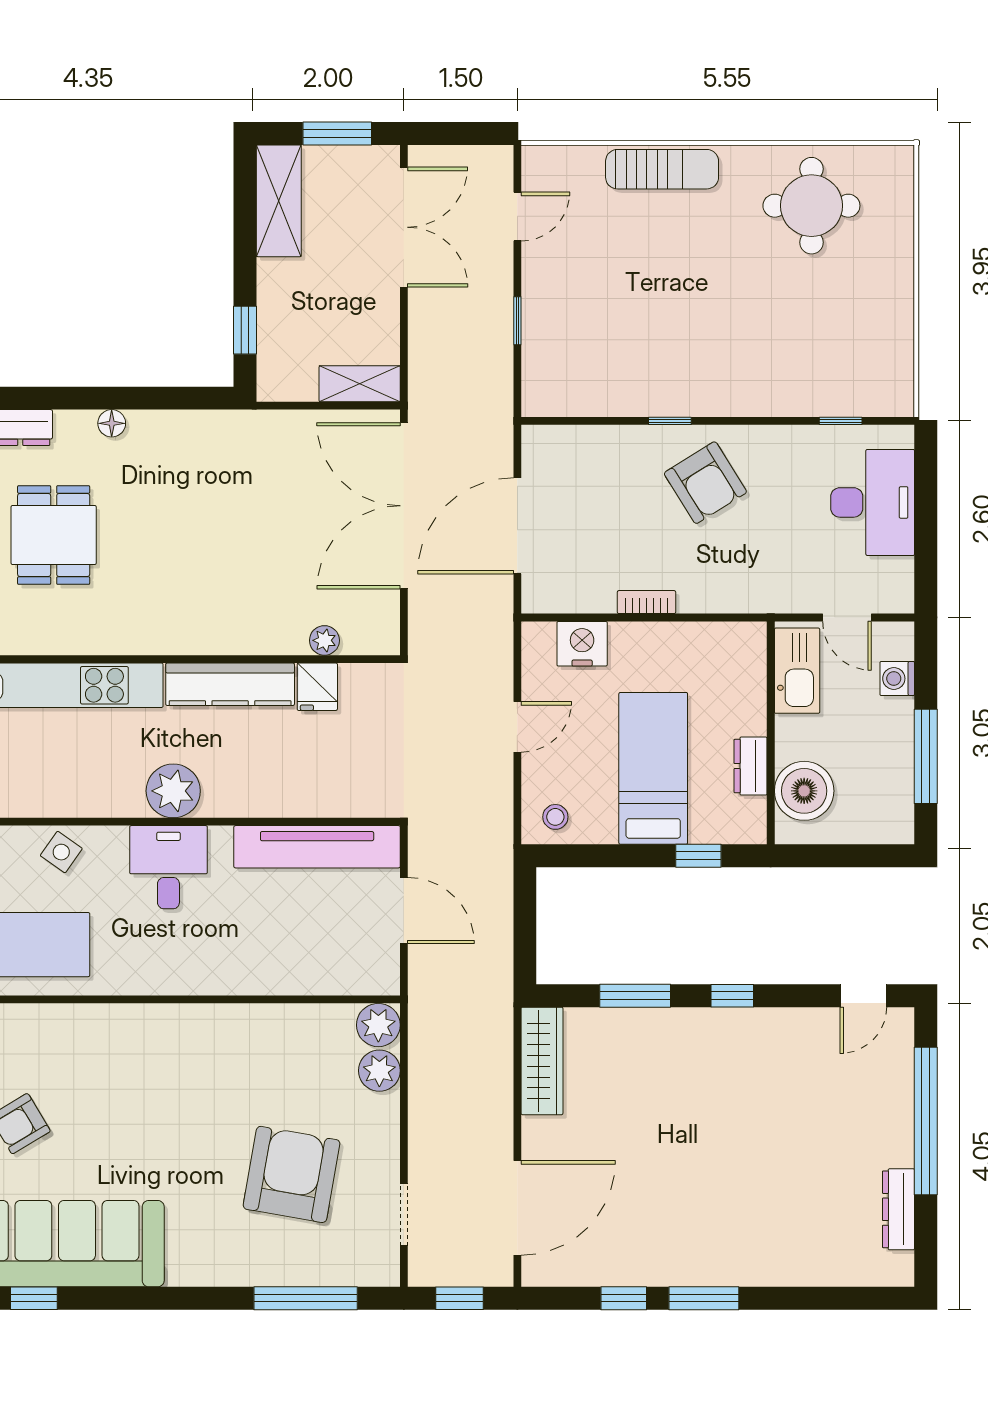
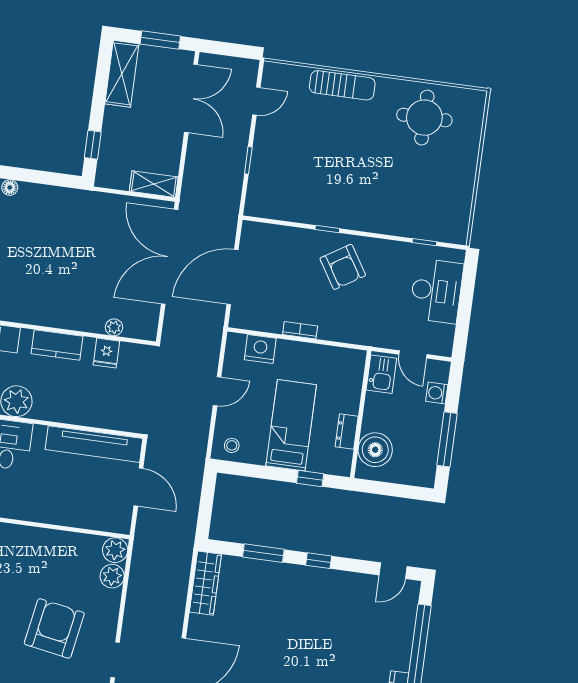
kitchen sink: (797, 671) -> (381, 374), width x0.73
kitchen counter: (230, 684) -> (57, 345), width x0.67

